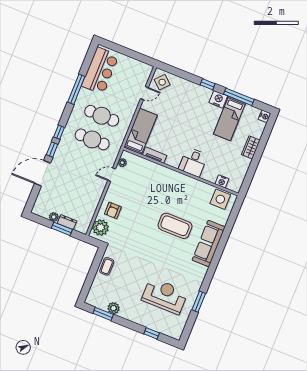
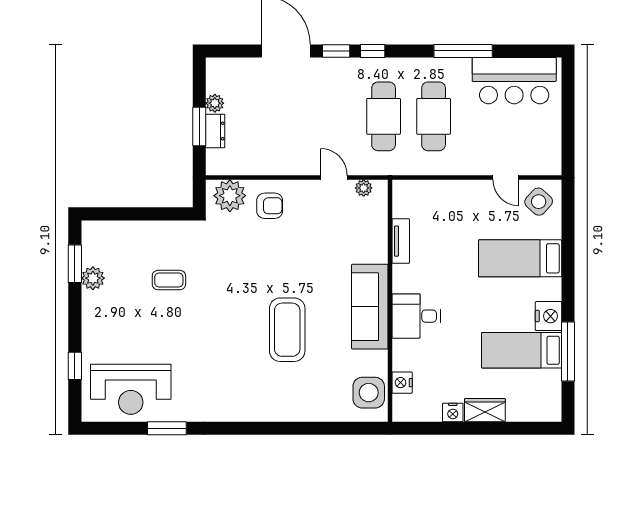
window: (208, 84) -> (568, 286), removed
nightstand: (265, 116) -> (453, 412), moved
bed: (141, 131) -> (520, 258), moved, turned 180
armchair: (113, 210) -> (270, 206), turned 180
sofa: (209, 244) -> (370, 307), moved, turned -90
coffee table: (107, 266) -> (169, 280), moved
reception desk: (165, 296) -> (131, 389), moved, turned 90

